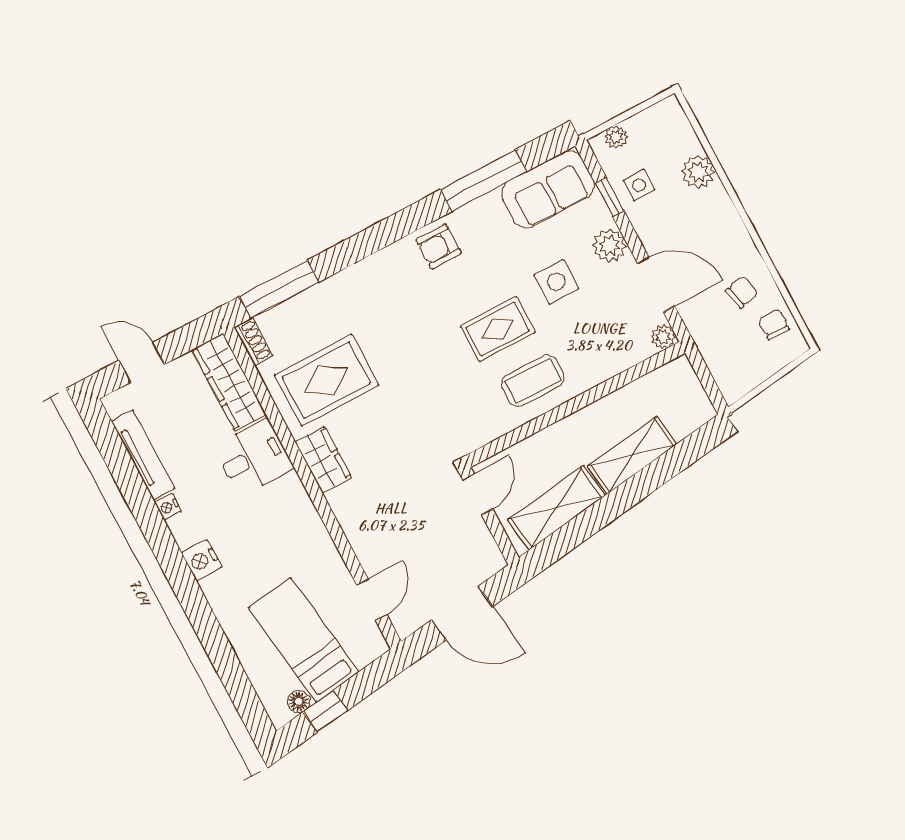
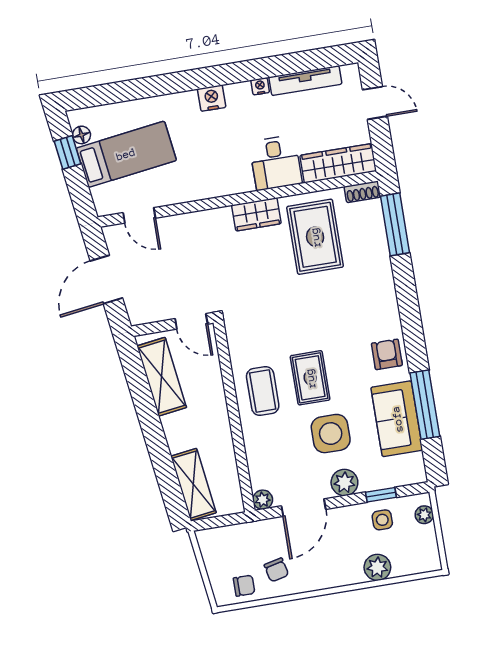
sofa: (548, 189) -> (397, 419), moved
side table: (556, 282) -> (331, 434), width x1.37, depth x1.37
door: (142, 362) -> (375, 103), hinge flipped
shelving: (632, 455) -> (193, 485), moved

